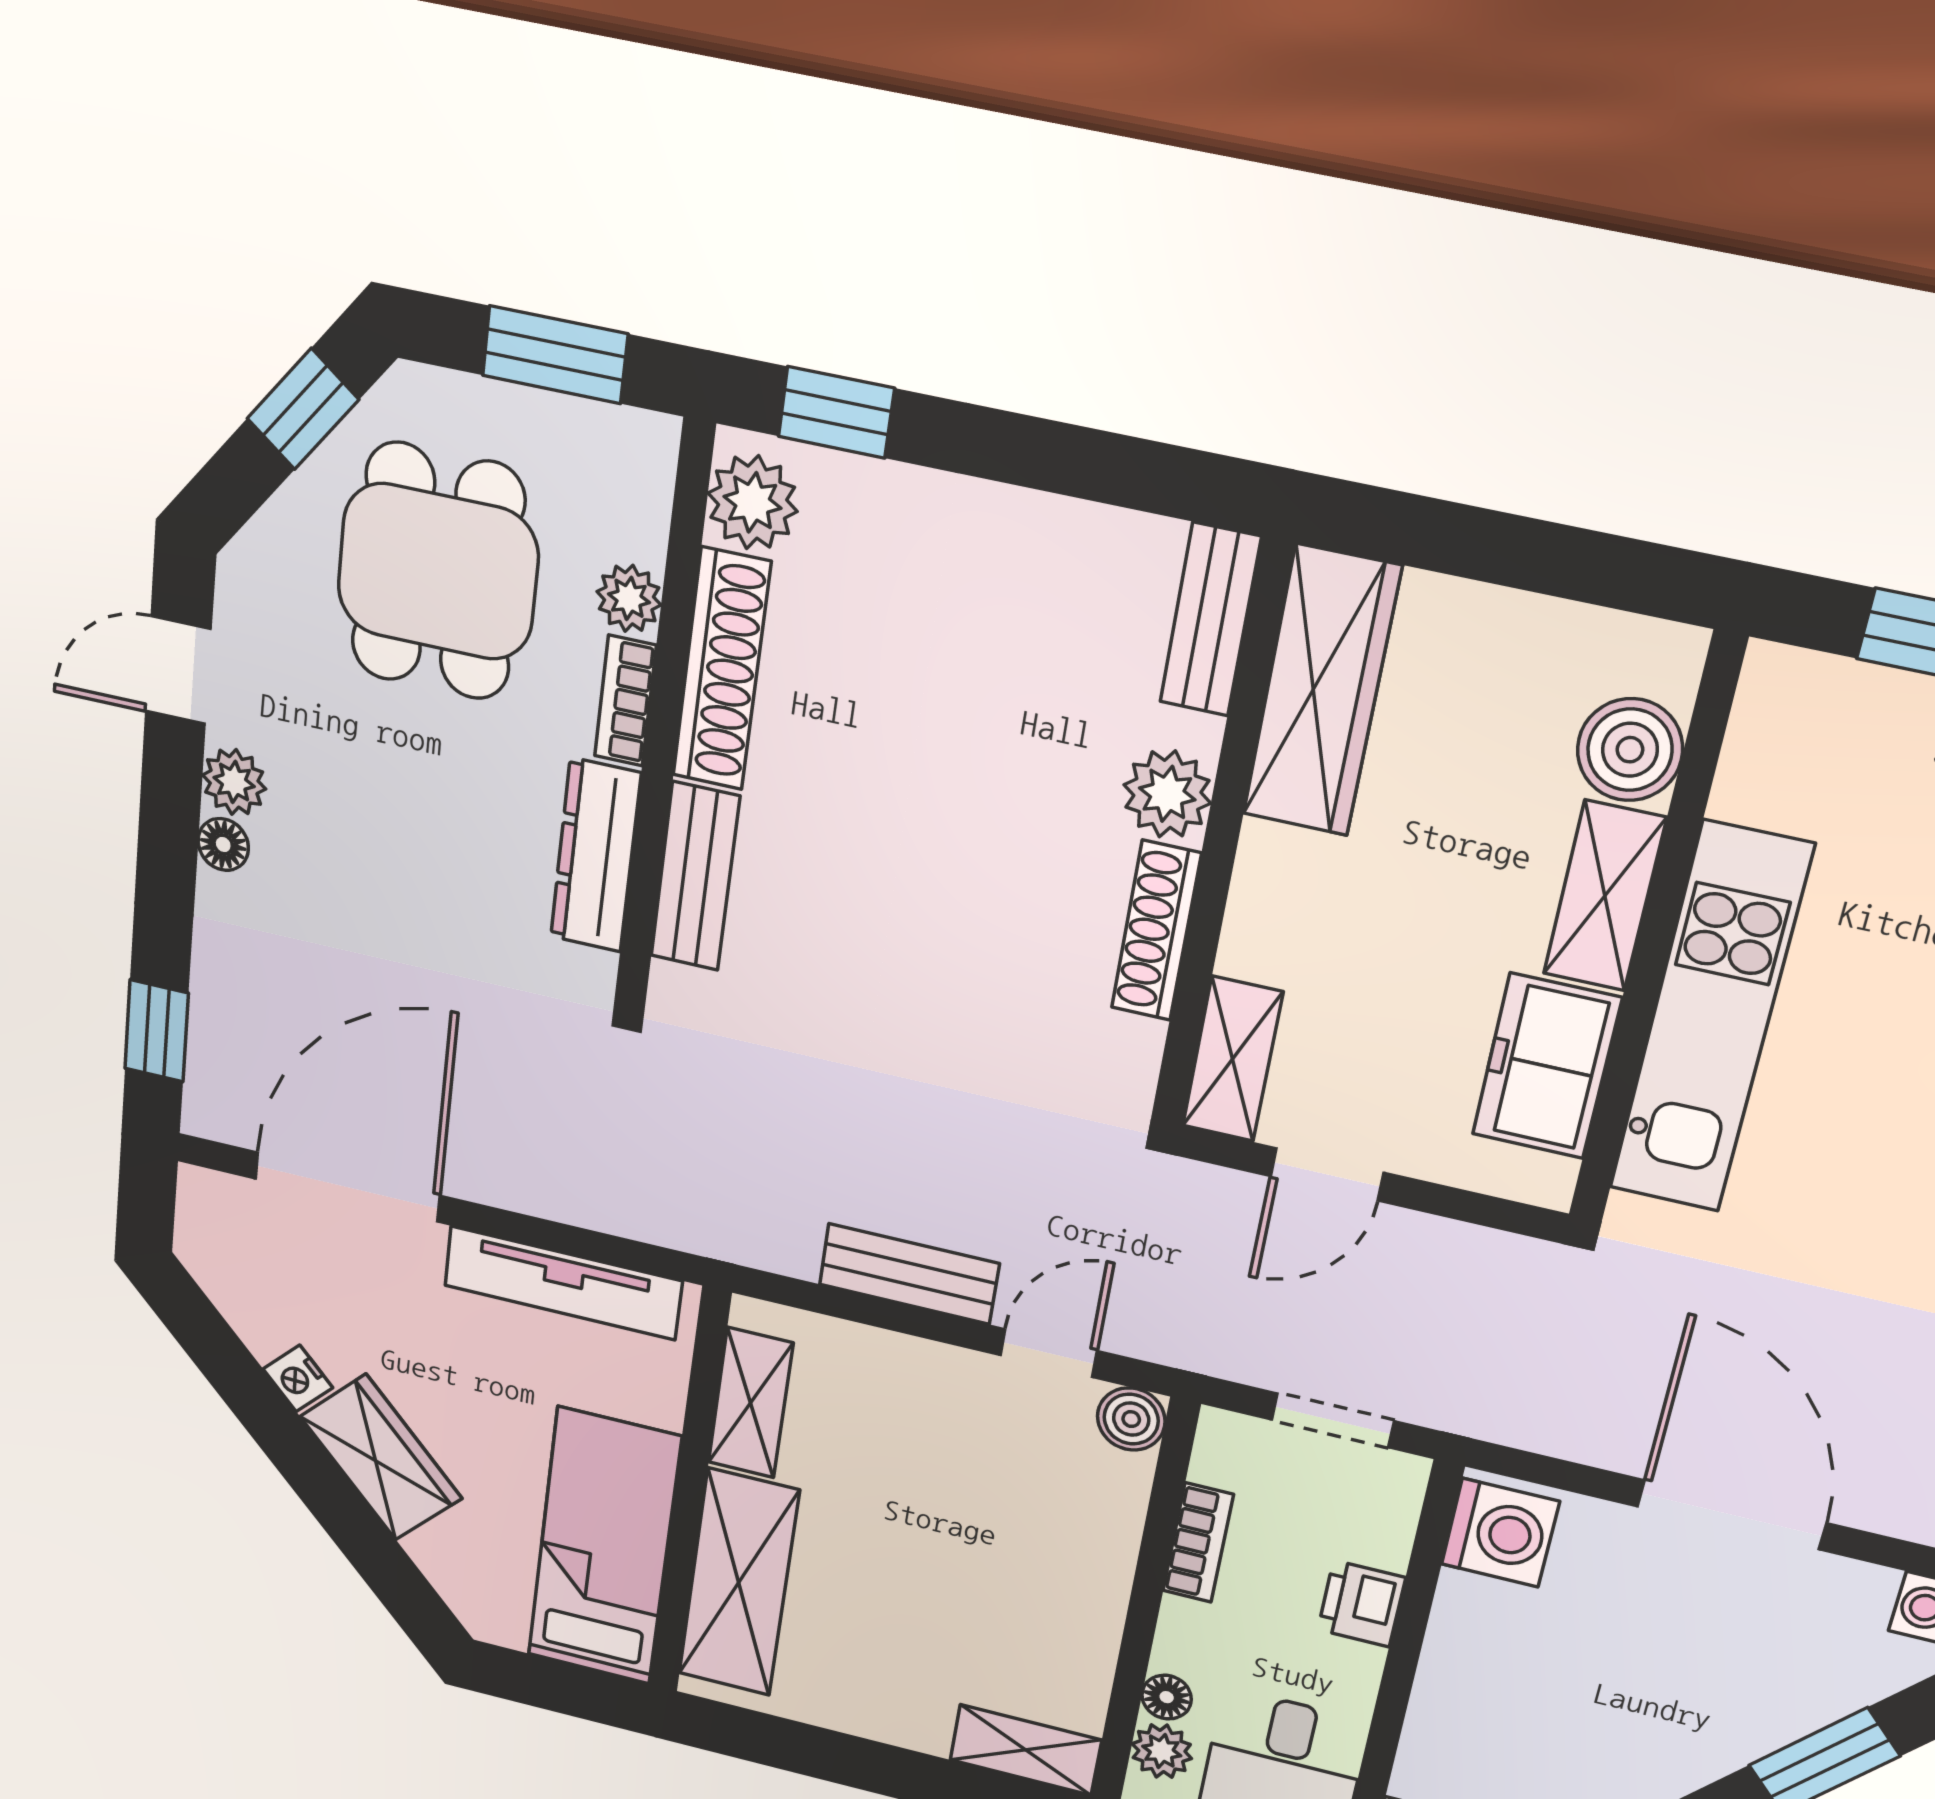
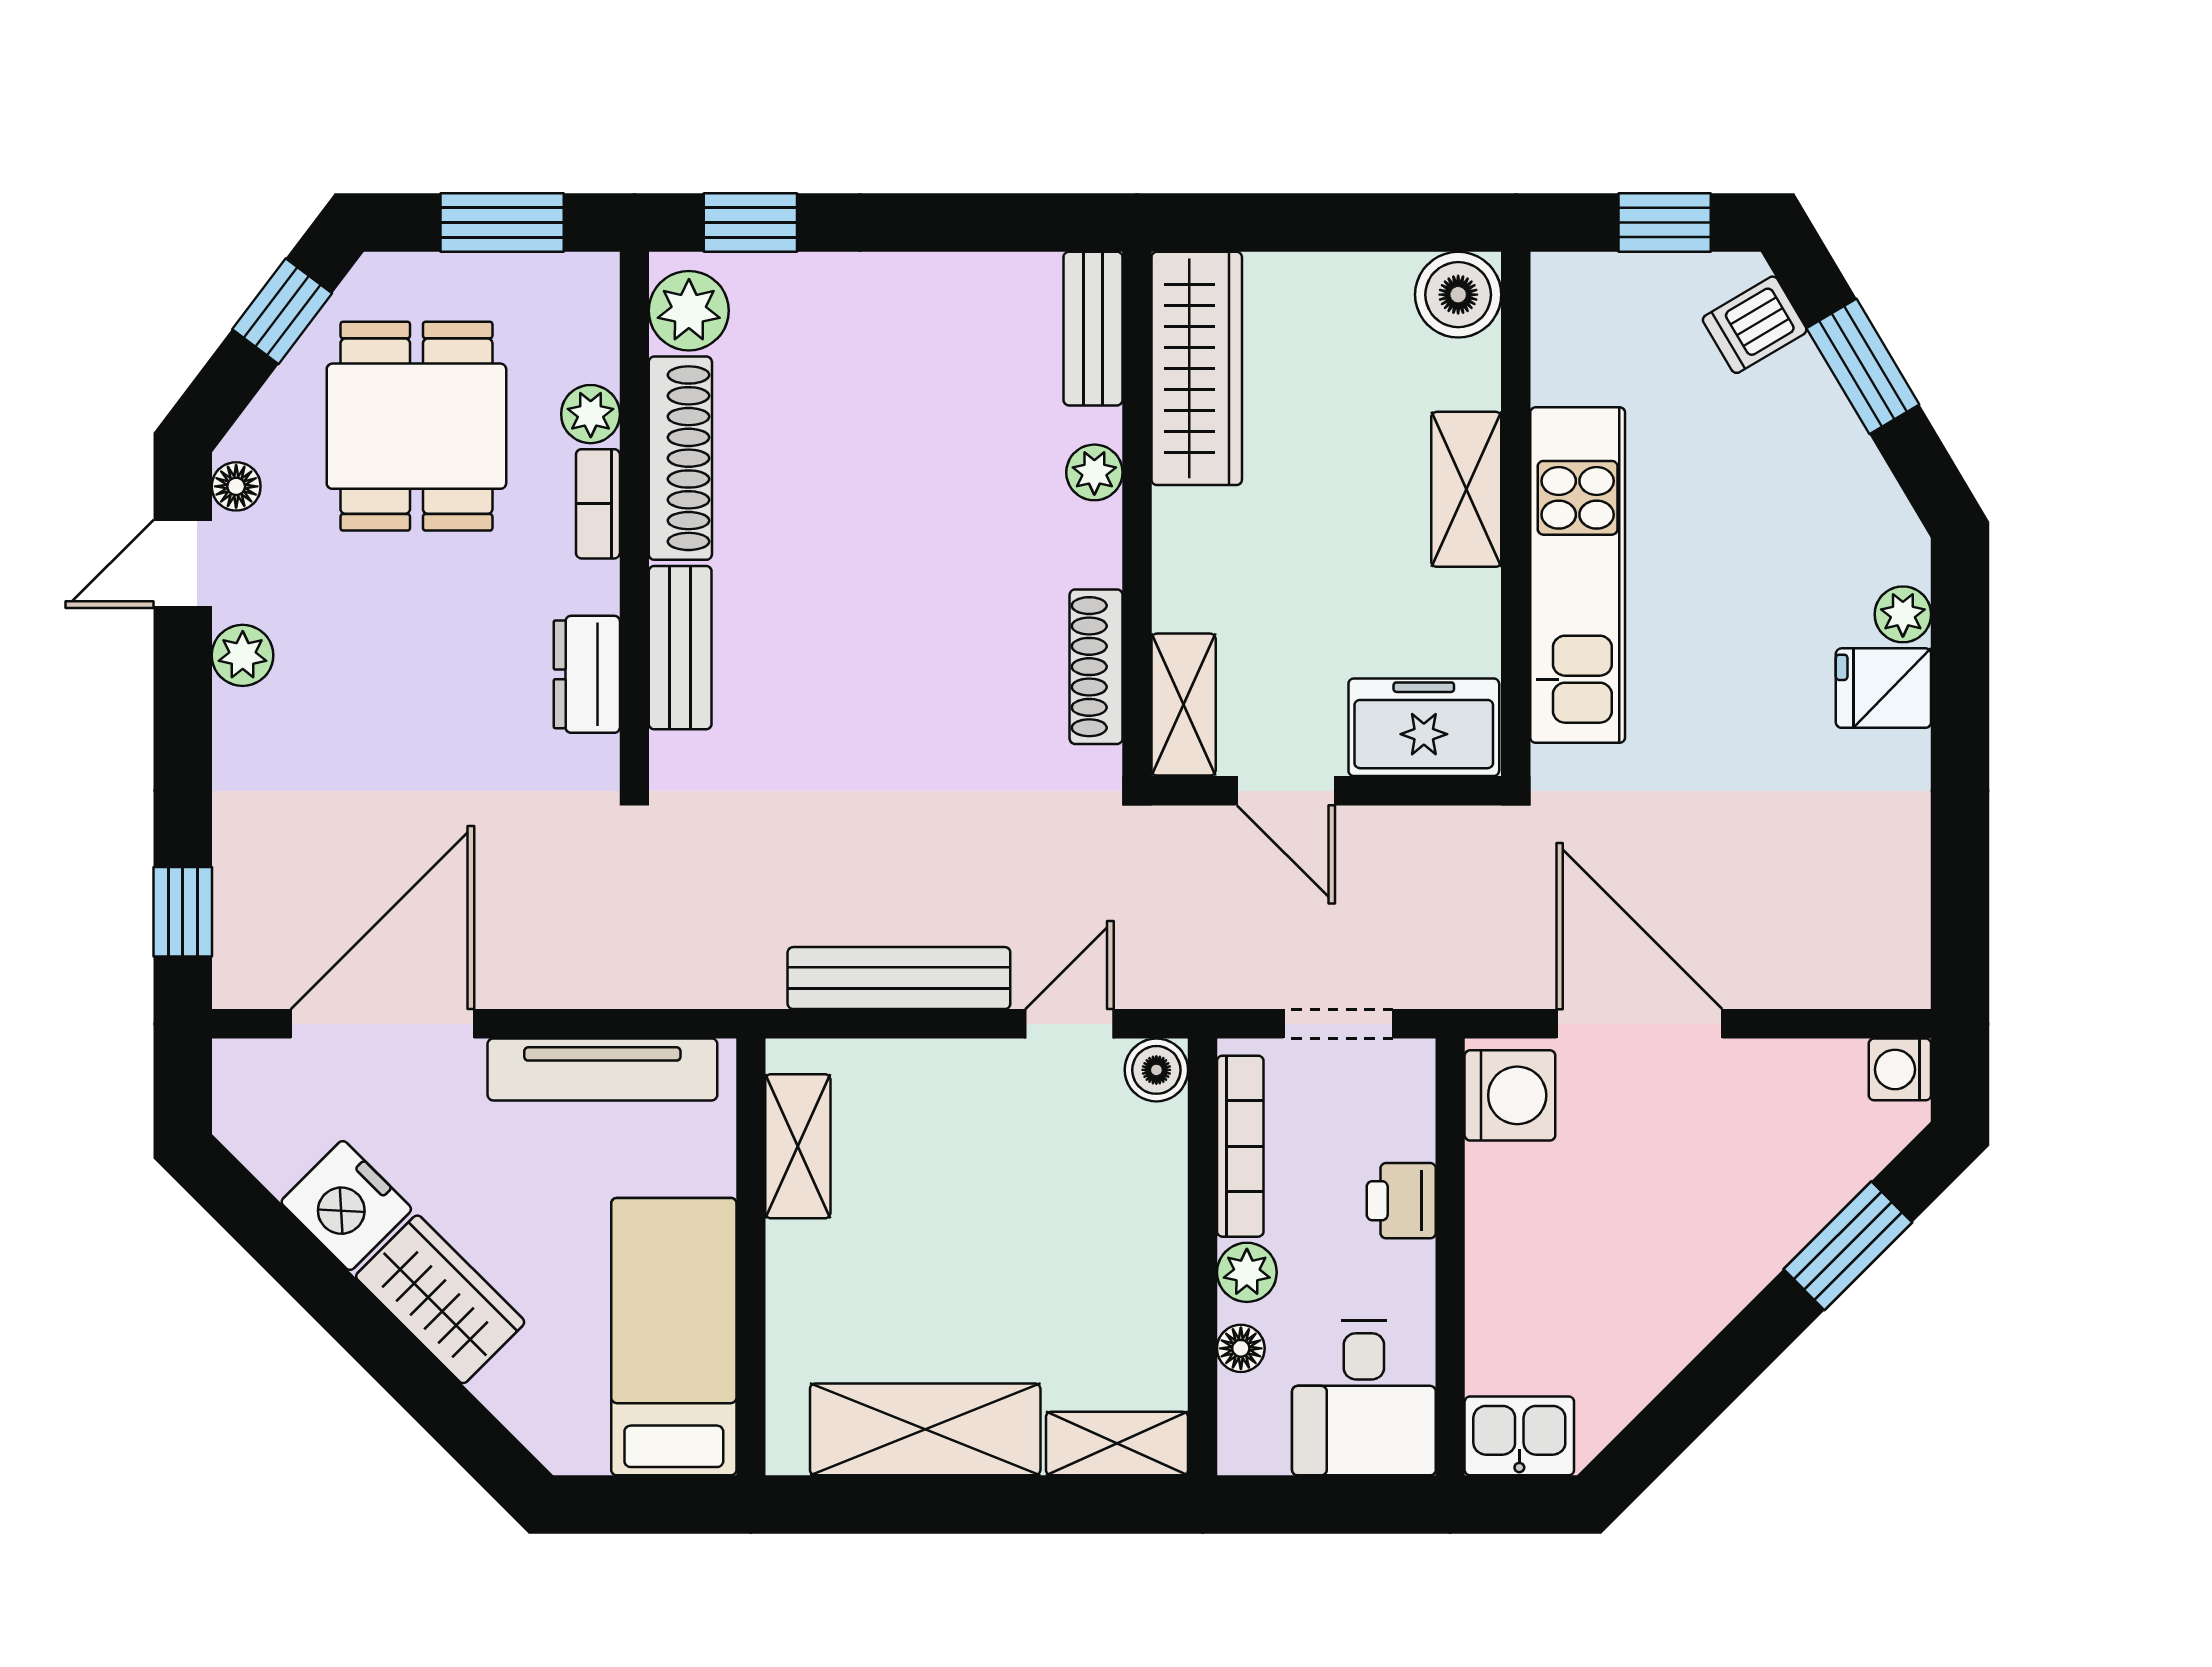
boiler: (1630, 750) -> (1458, 295), moved
plant: (1167, 794) -> (1094, 472), width x0.73, depth x0.73
floor lamp: (223, 844) -> (236, 486), moved
dresser: (596, 855) -> (587, 674), width x0.70
shoe rack: (1156, 931) -> (1096, 667), moved
freezer: (1547, 1066) -> (1424, 727), moved, turned 90
door: (1327, 1174) -> (1286, 791), hinge flipped
bench: (909, 1274) -> (899, 978), width x1.36
nightstand: (298, 1378) -> (346, 1206), width x1.89, depth x1.79
door: (1732, 1515) -> (1639, 1024), moved
bookcase: (1198, 1543) -> (1240, 1146), width x1.56
shelving: (739, 1583) -> (925, 1429), moved, turned 90
plant: (1162, 1751) -> (1247, 1272), moved

